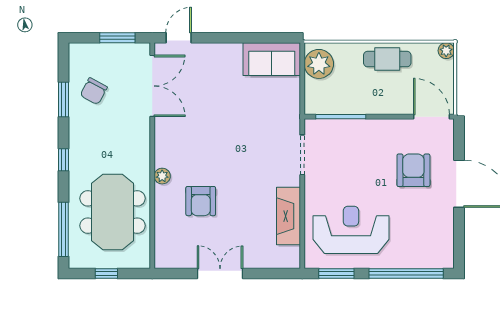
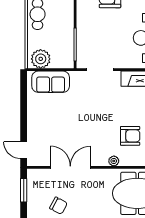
sofa: (272, 59) -> (51, 82), moved, turned 90
double door: (152, 86) -> (70, 167), moved

